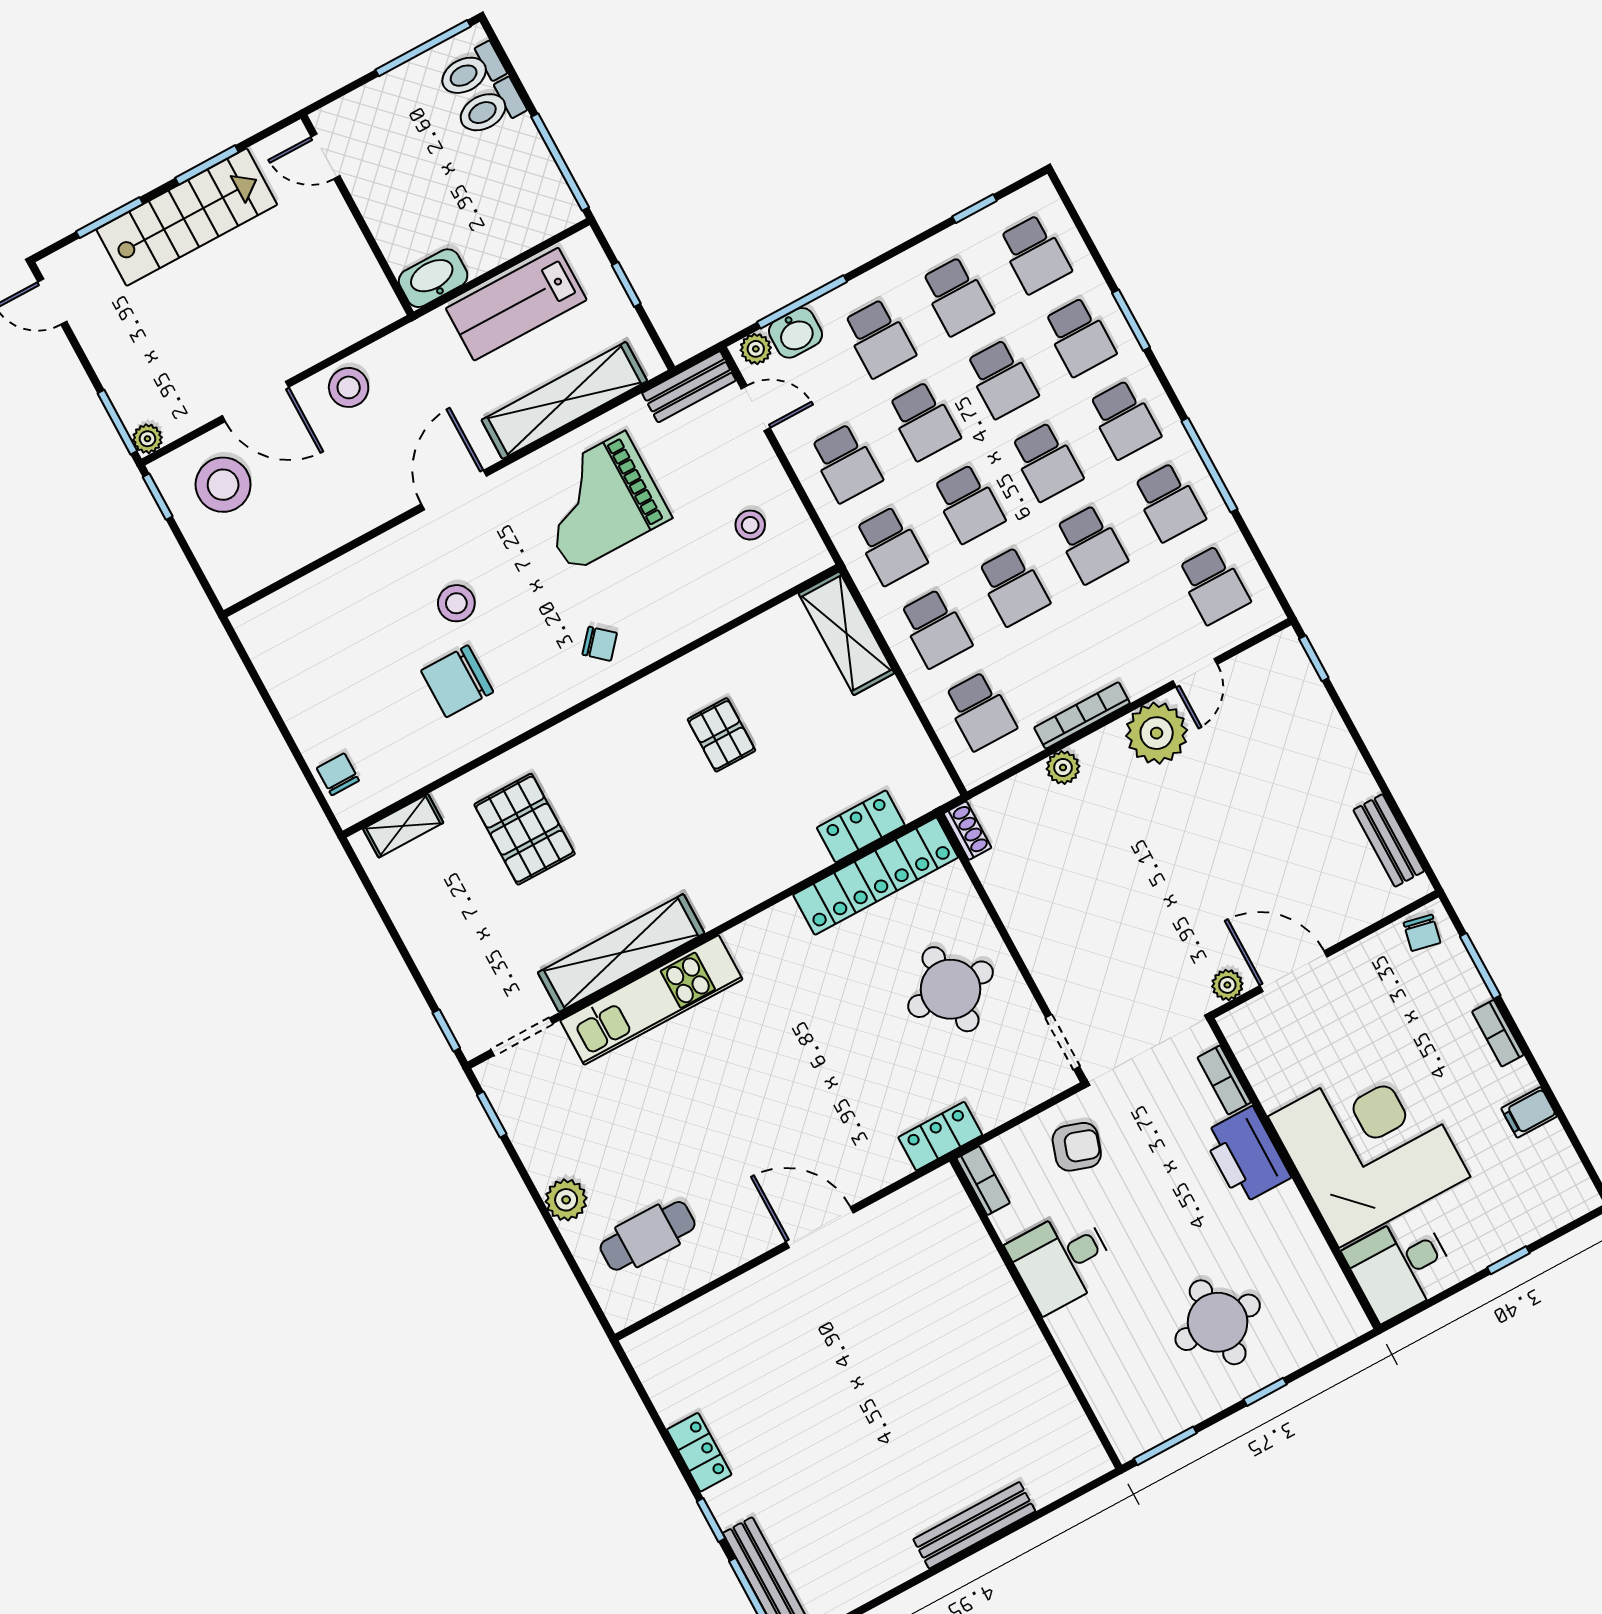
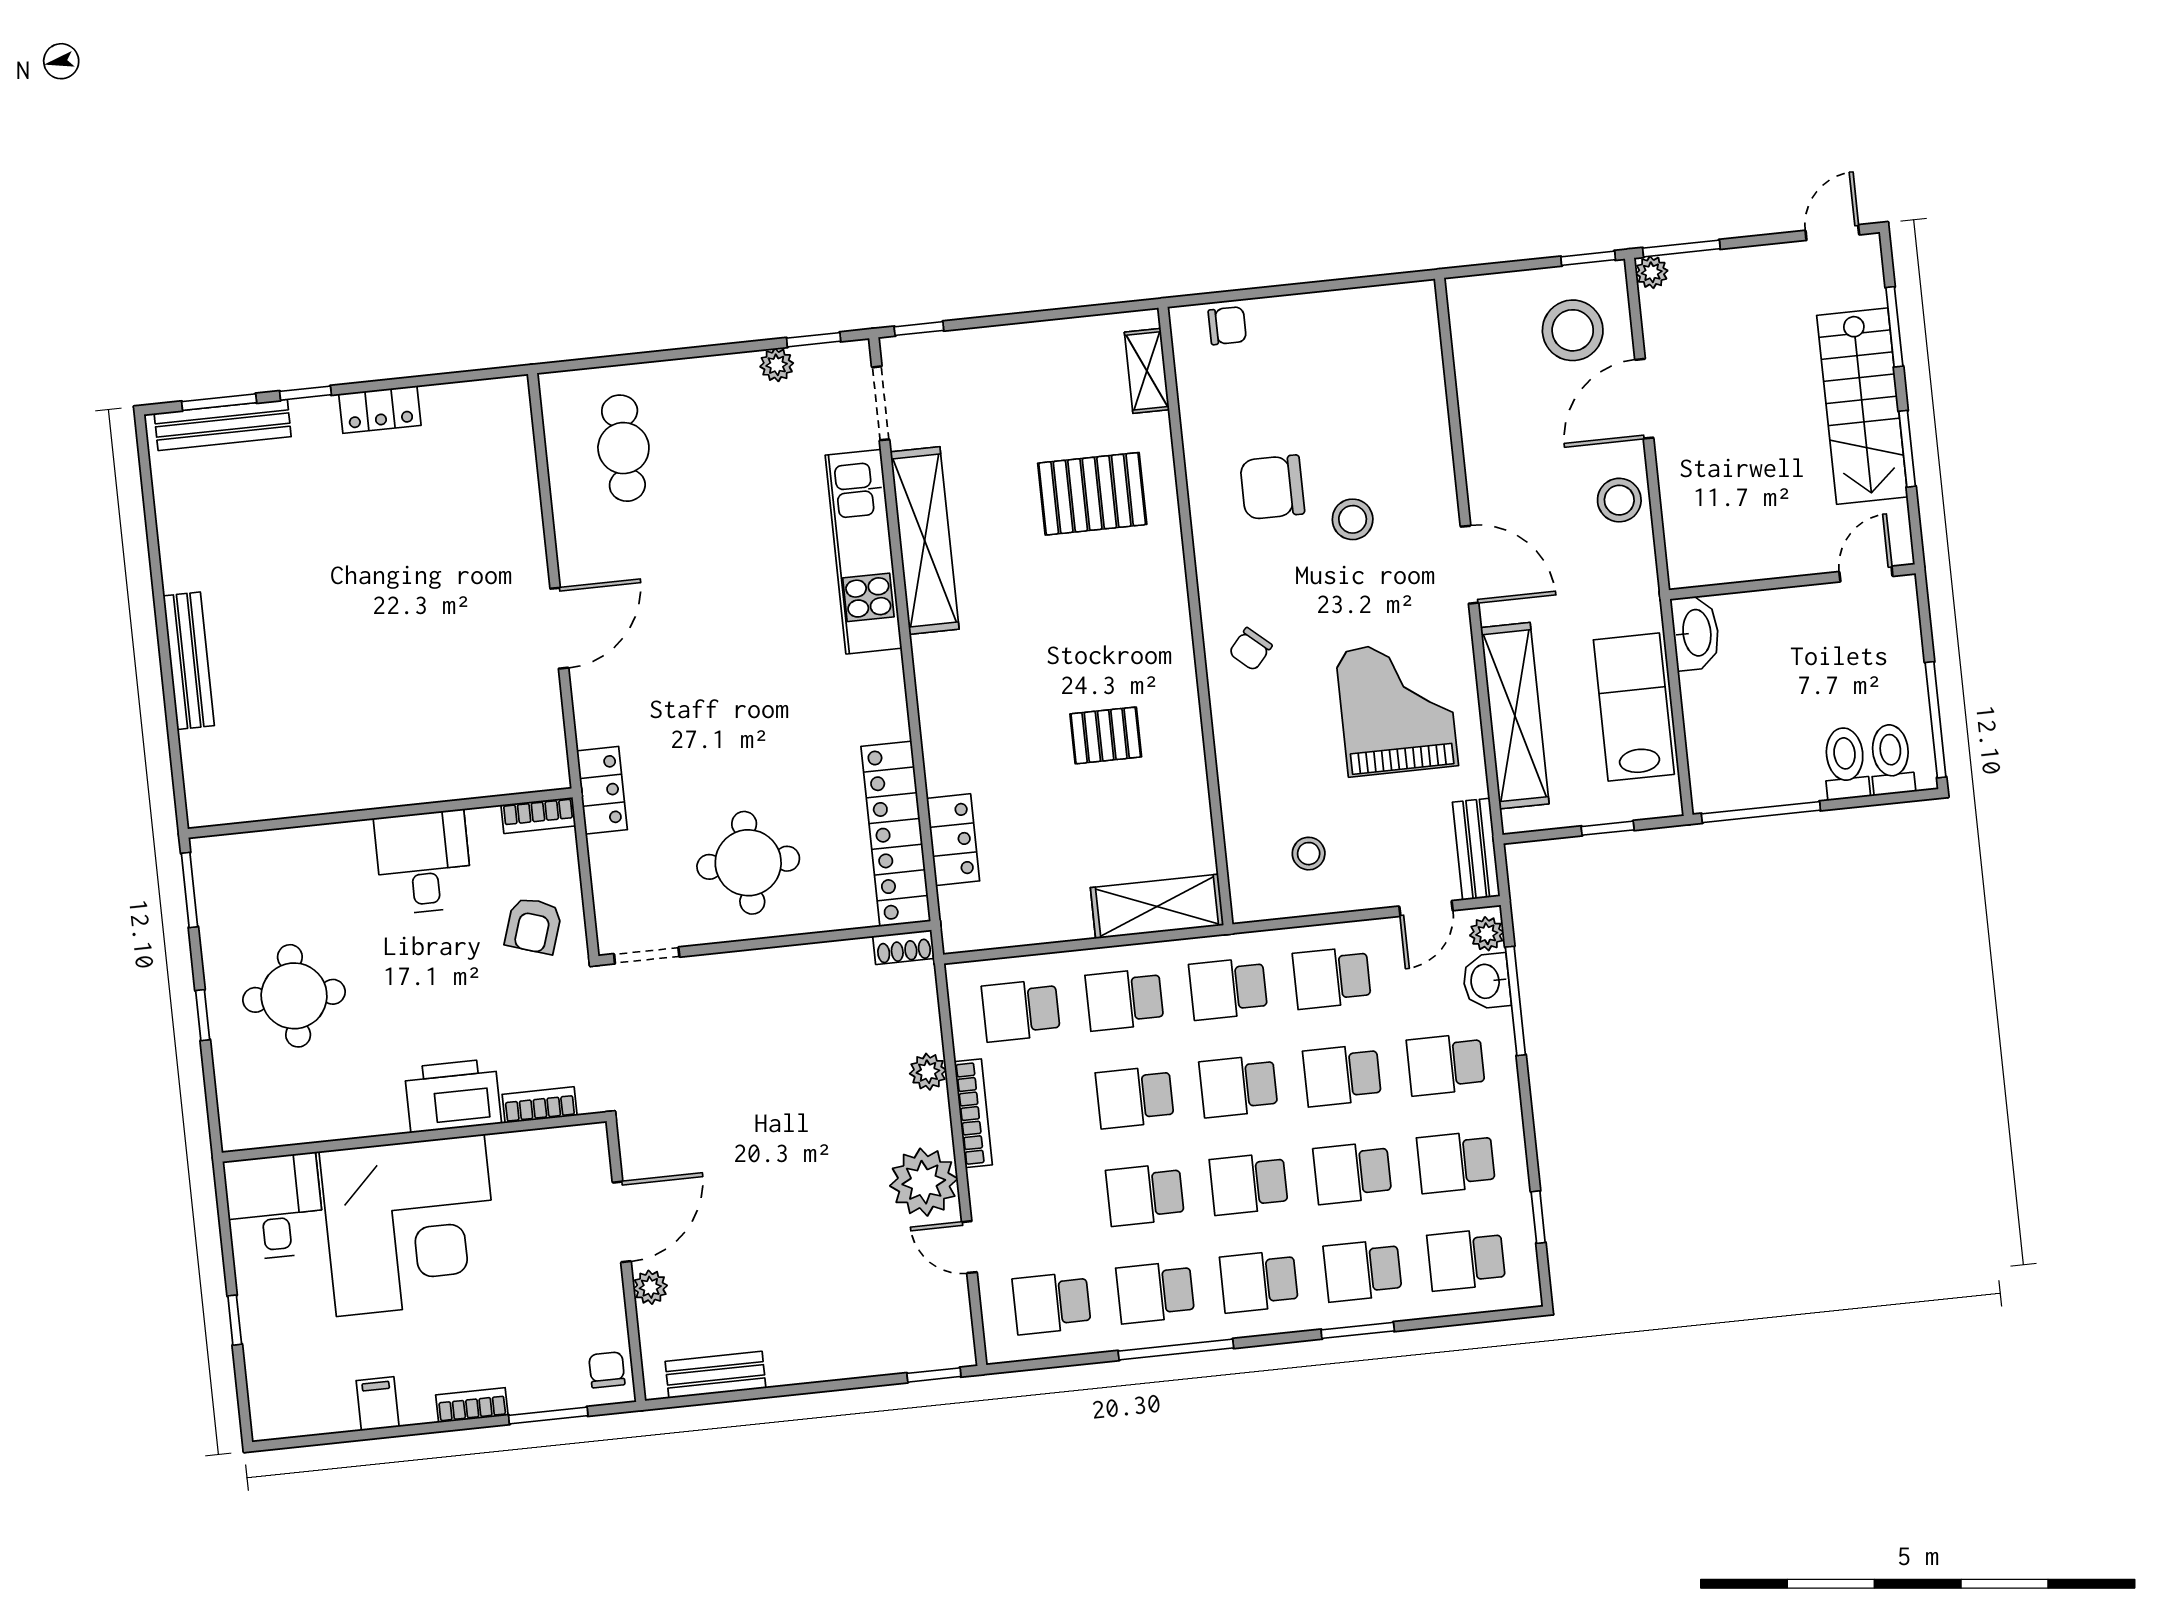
chair: (457, 681) -> (1272, 487), turned -90
chair: (1422, 933) -> (607, 1370), turned 78
plant: (1227, 985) -> (650, 1287), moved
plant: (566, 1200) -> (777, 365), moved, width x0.73, depth x0.73

